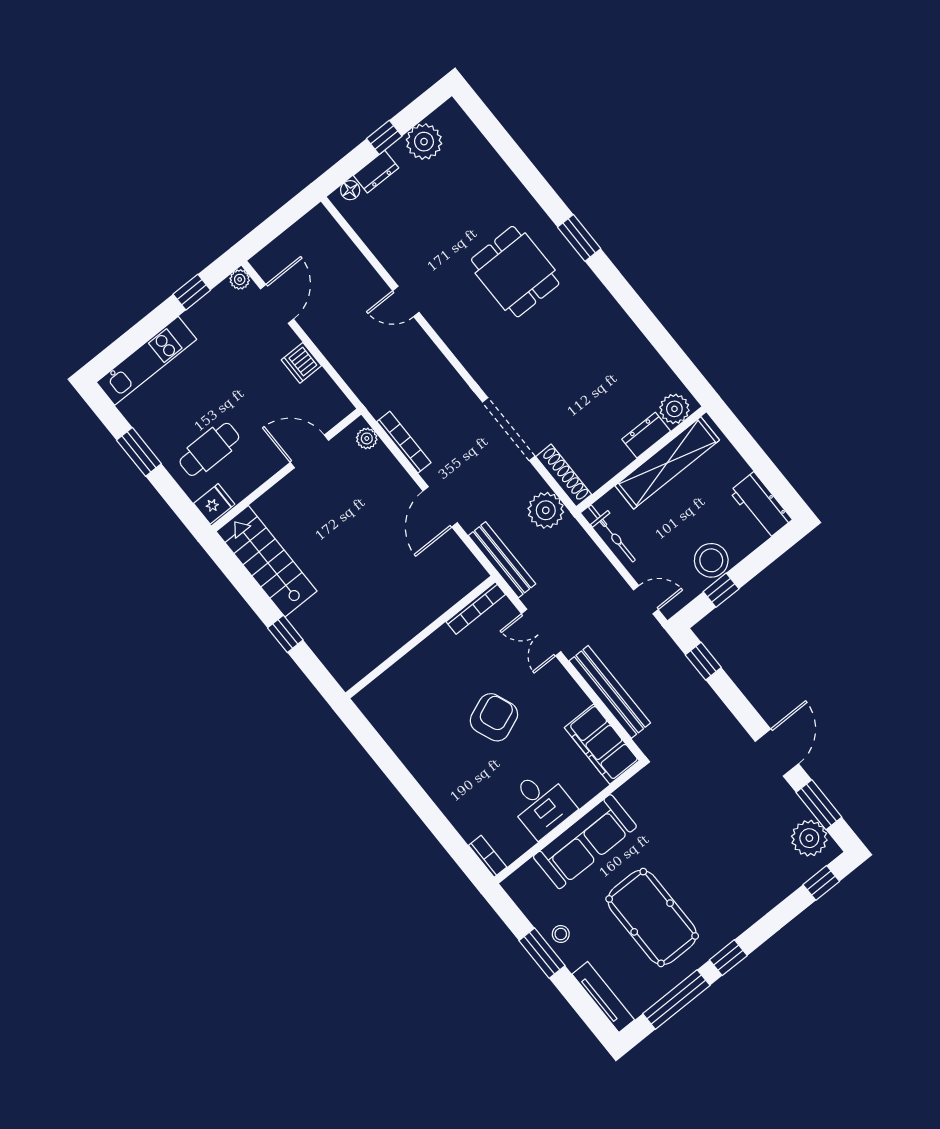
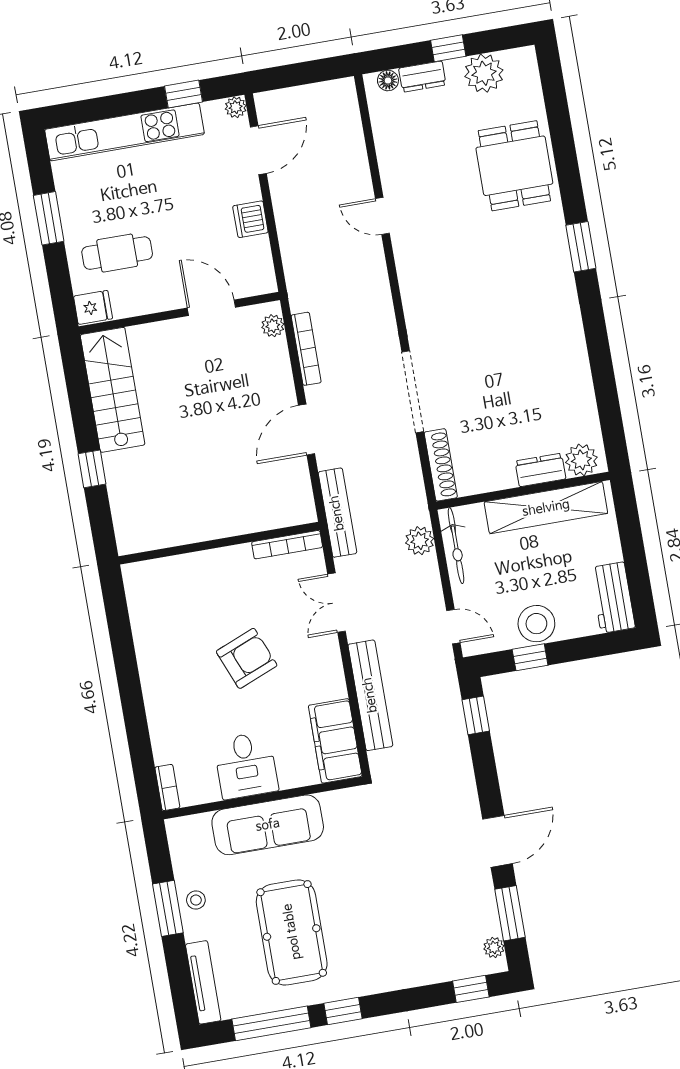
dining table: (515, 272) -> (514, 166), moved
kitchen unit: (146, 361) -> (125, 132), width x1.36
plant: (546, 510) -> (420, 541), moved, width x0.73, depth x0.73
plant: (809, 838) -> (494, 947), width x0.53, depth x0.53

